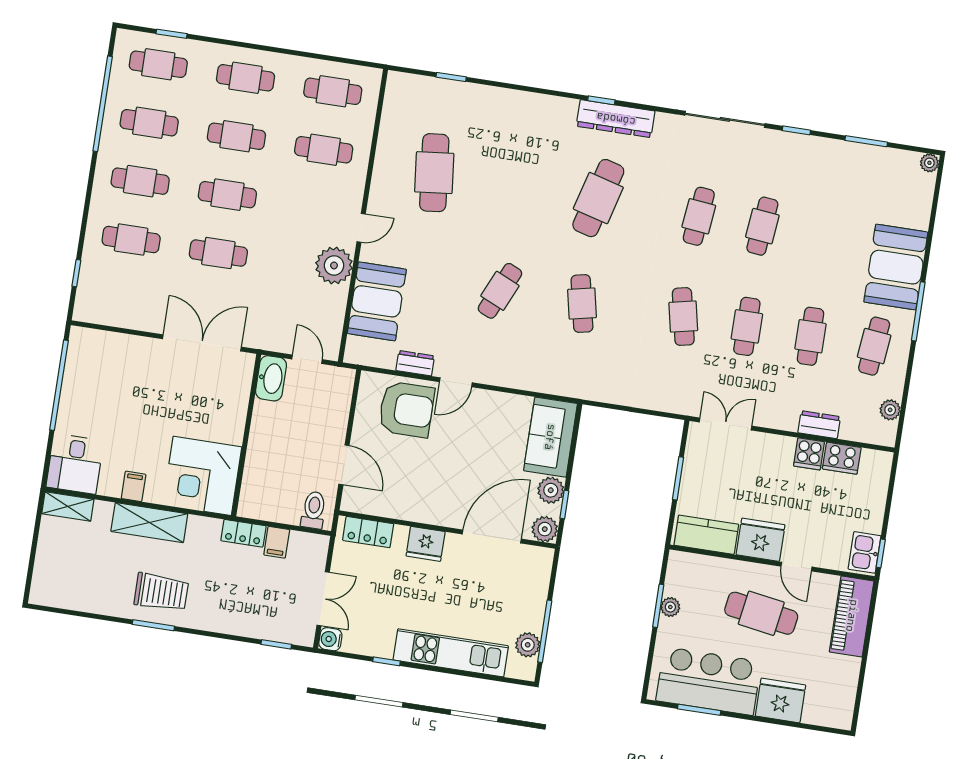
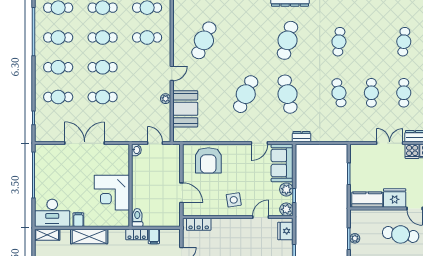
cafe table: (434, 173) -> (204, 40), turned 30
cafe table: (762, 226) -> (404, 42), moved
plant: (334, 265) -> (166, 99), width x0.53, depth x0.53
cafe table: (500, 291) -> (246, 94), width x1.37, depth x1.35
cafe table: (582, 304) -> (288, 94), width x1.37, depth x1.35
double door: (202, 343) -> (85, 143), moved
dresser: (415, 363) -> (302, 137), moved
washbasin: (271, 378) -> (136, 150), width x0.52, depth x0.69
door: (456, 382) -> (259, 143), moved
armchair: (406, 409) -> (208, 160), turned 90
double door: (725, 424) -> (390, 143), moved
desk: (75, 464) -> (52, 213), width x1.37
corner desk: (202, 476) -> (112, 193), moved
side table: (444, 495) -> (234, 200), added
toilet: (314, 510) -> (137, 218), moved
door: (492, 536) -> (261, 217), width x0.53
fridge: (426, 544) -> (285, 231), moved, turned 90

